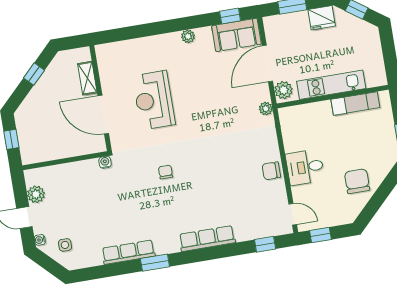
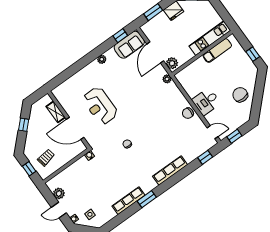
kitchen unit: (331, 85) -> (210, 38), moved
trolley: (43, 135) -> (46, 158), added

